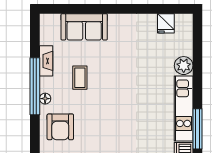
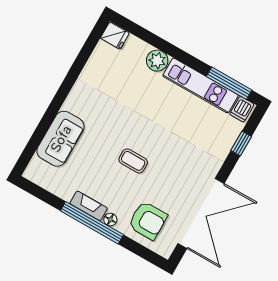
fridge: (166, 23) -> (115, 36), moved
fireplace: (46, 61) -> (89, 206), moved
coffee table: (80, 78) -> (133, 161), moved

